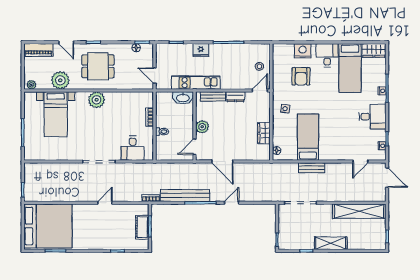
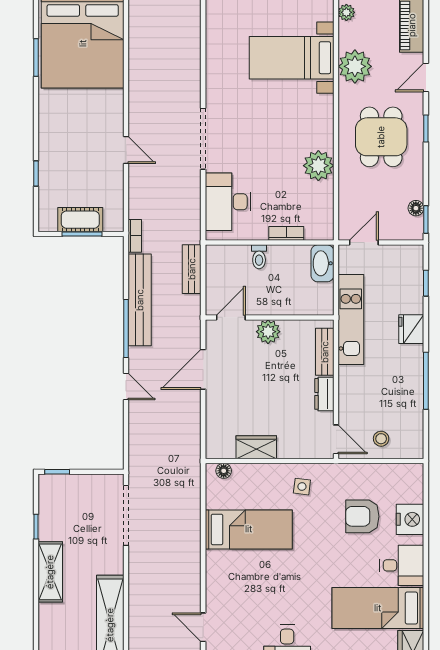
washbasin: (183, 98) -> (322, 263), moved
plant: (97, 100) -> (318, 166), moved
door: (195, 147) -> (231, 317), hinge flipped
desk: (133, 148) -> (228, 202), width x1.37
bench: (312, 168) -> (192, 269), moved

